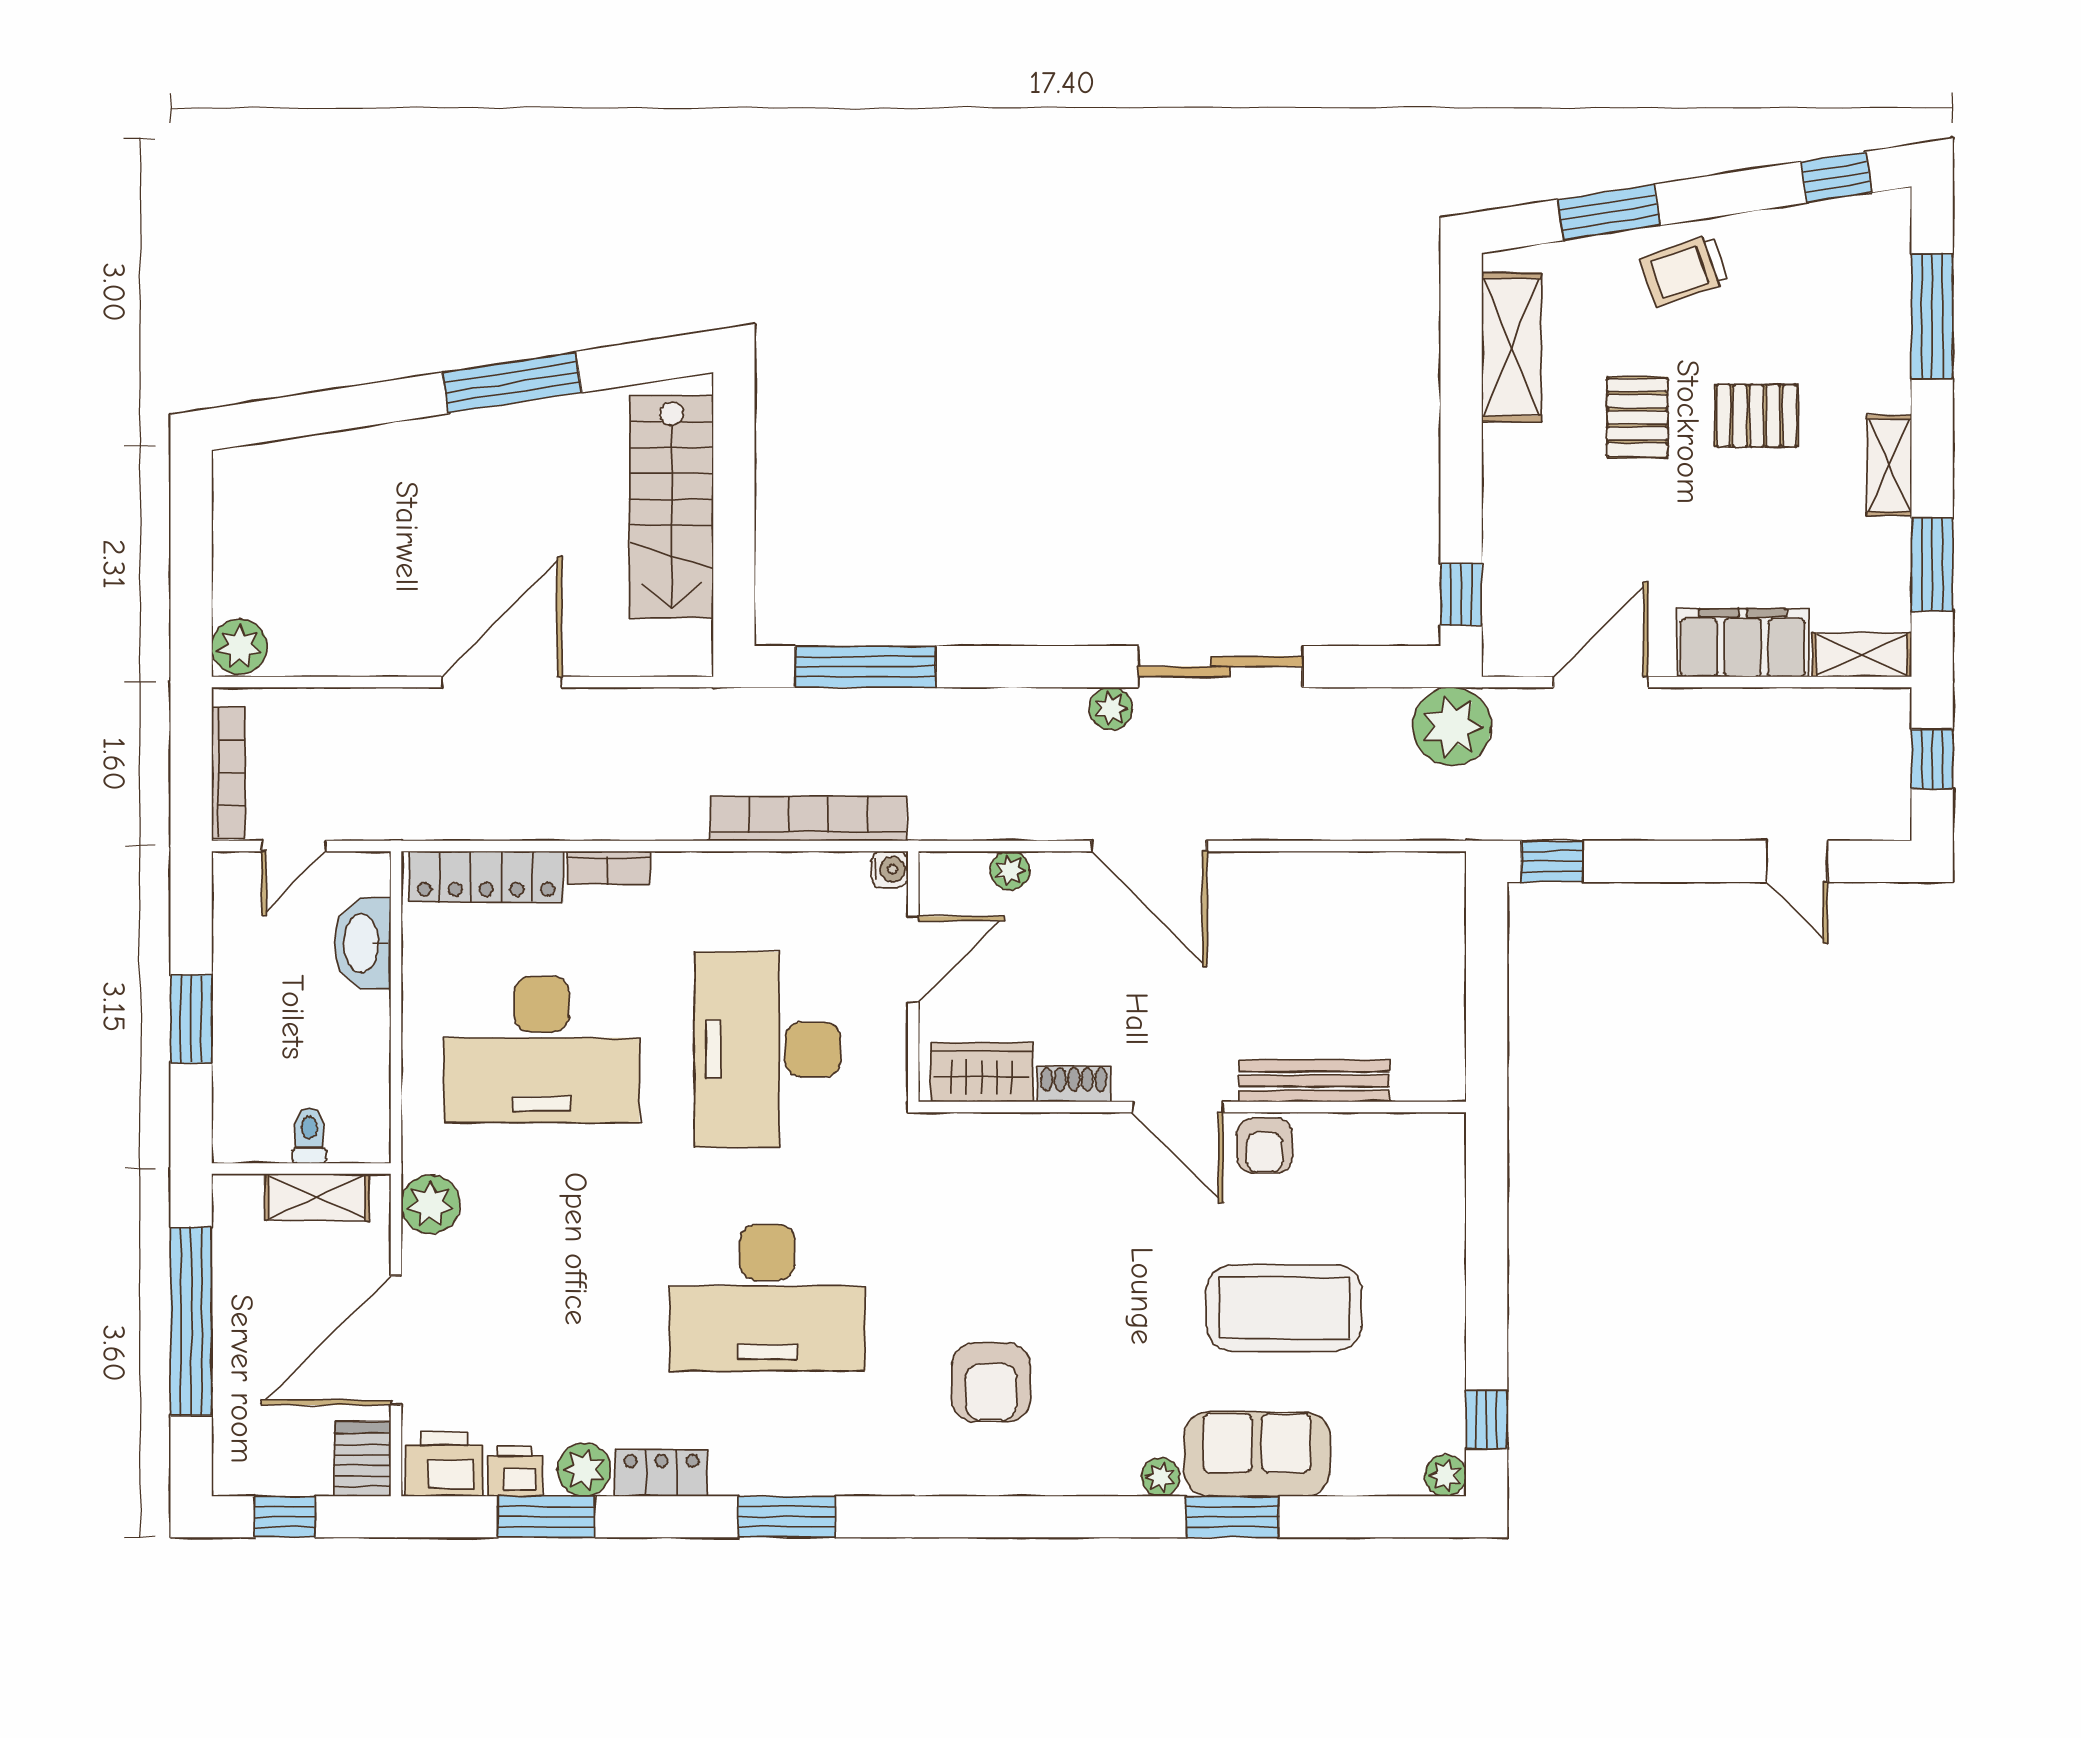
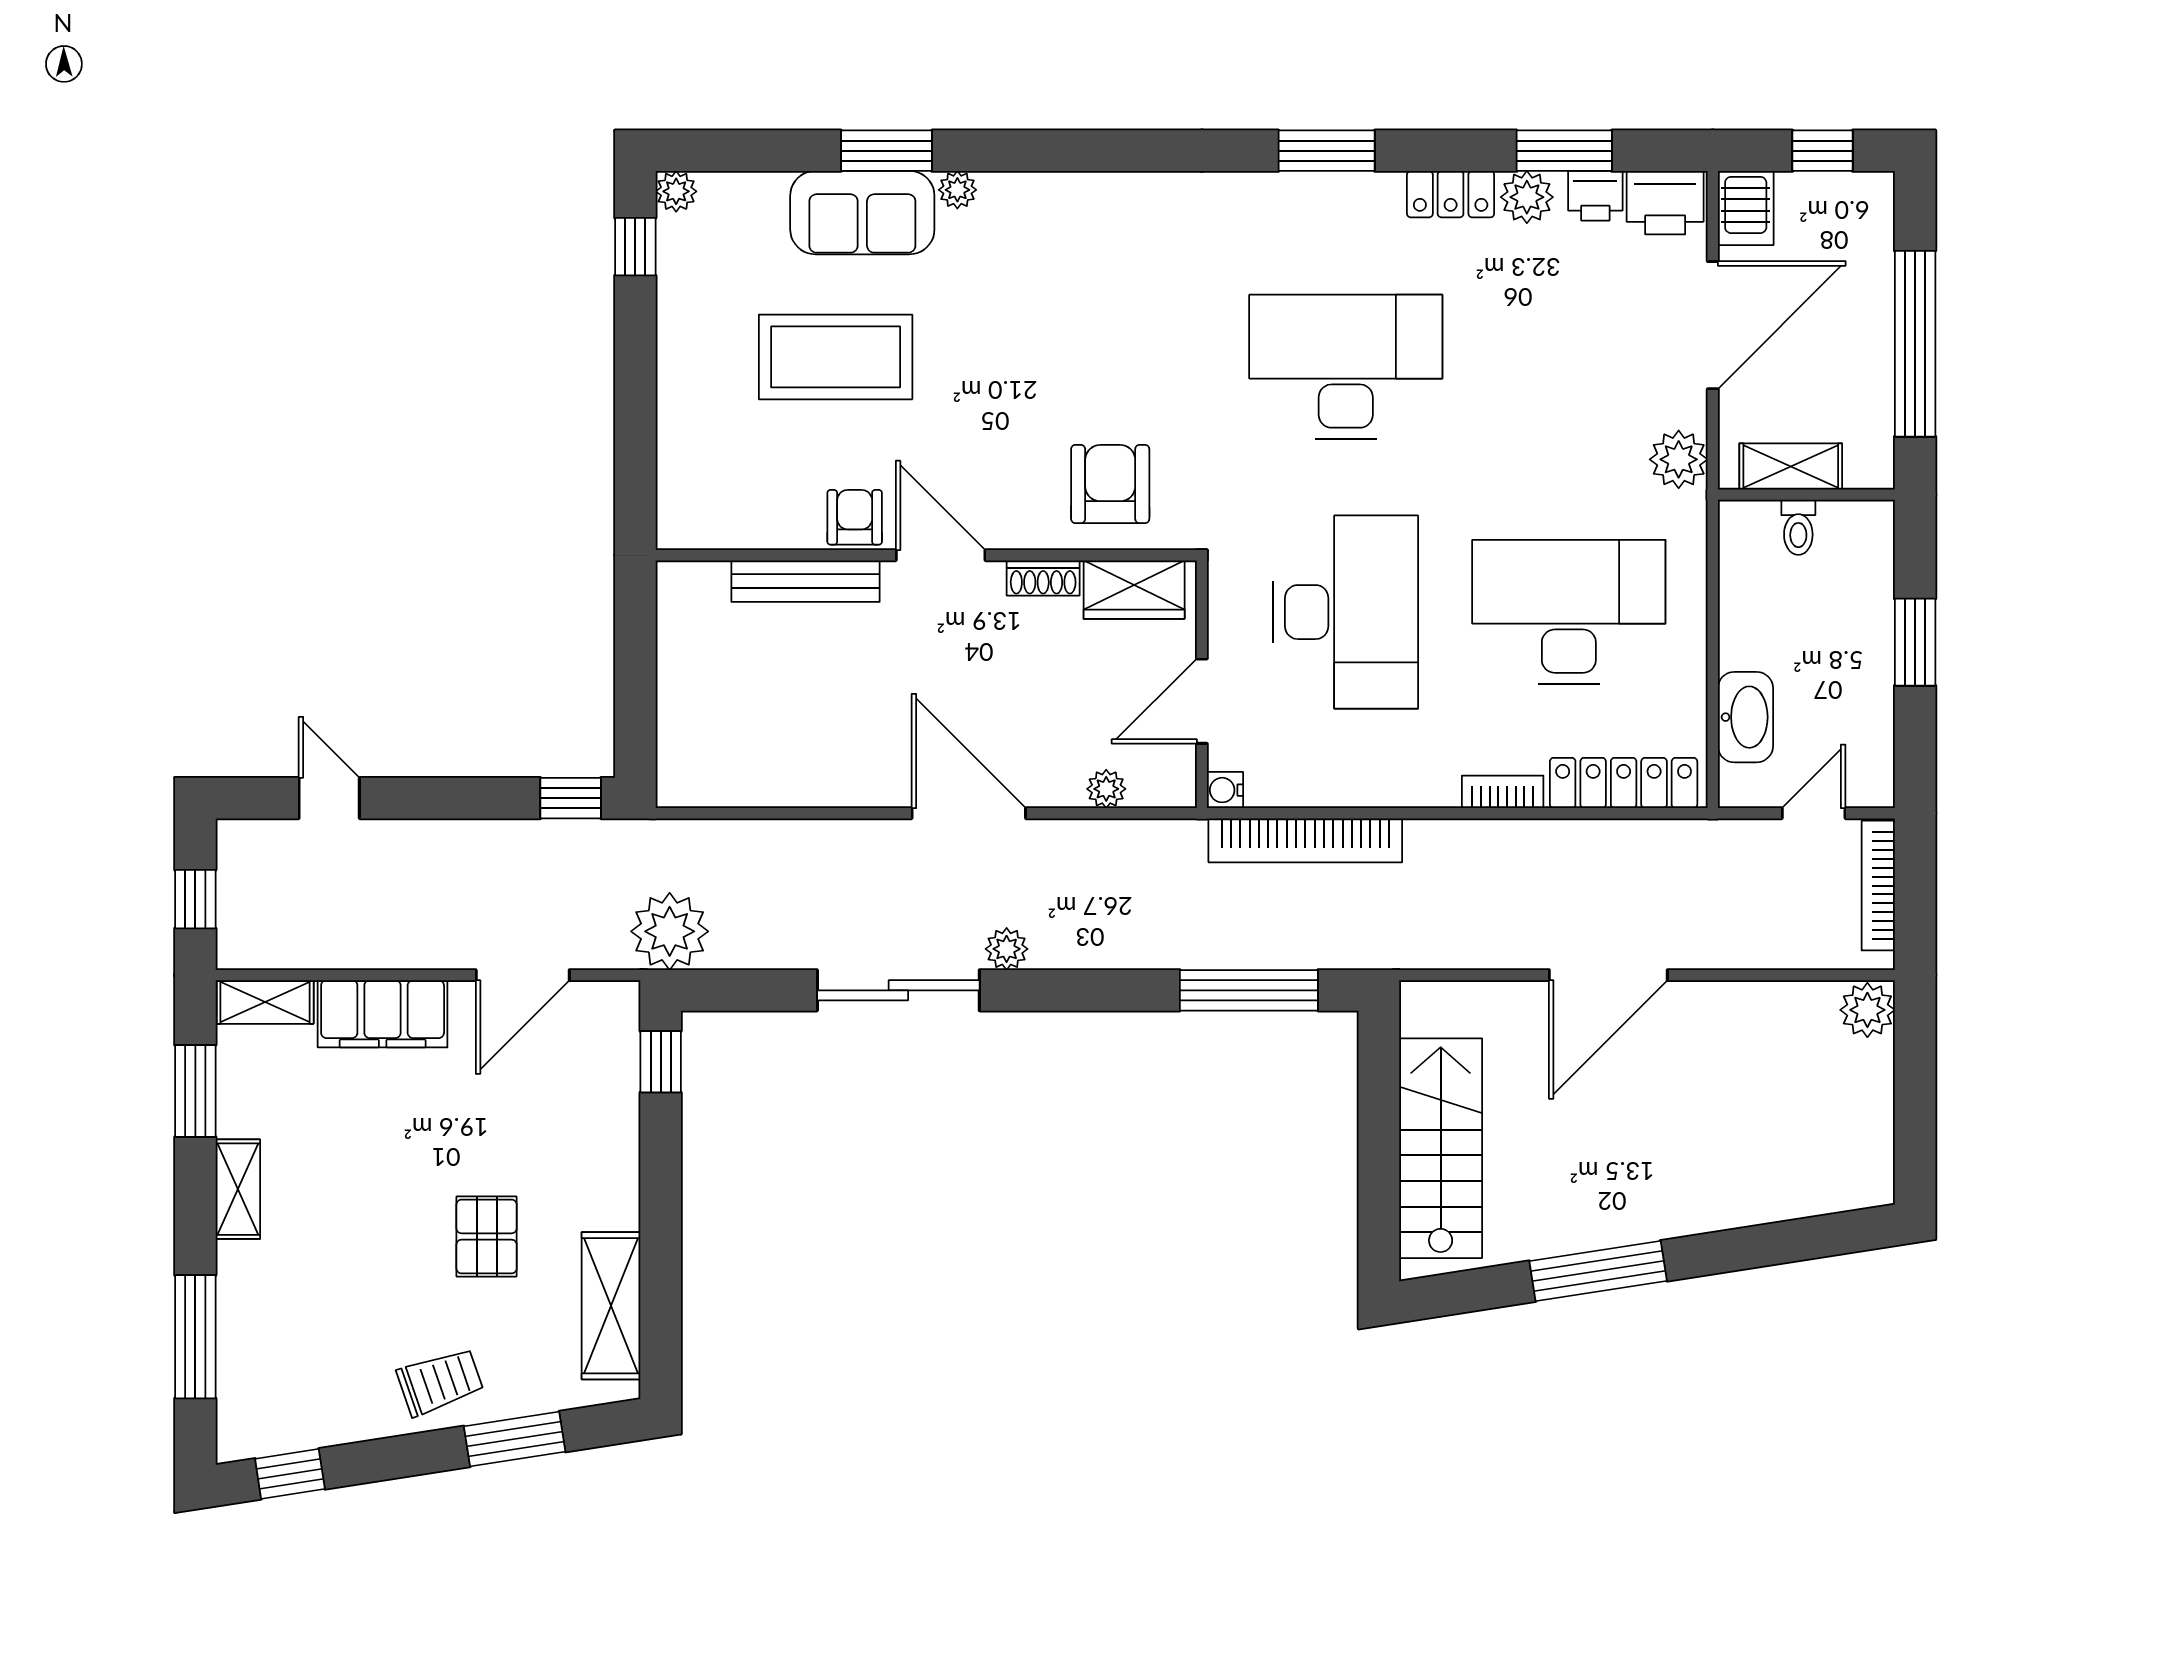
pallet: (1757, 416) -> (369, 1238), removed
armchair: (991, 1382) -> (1110, 484), moved

